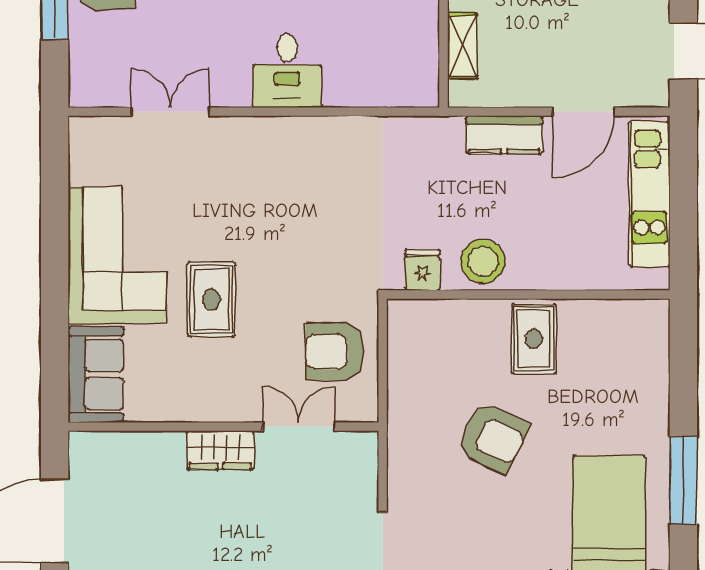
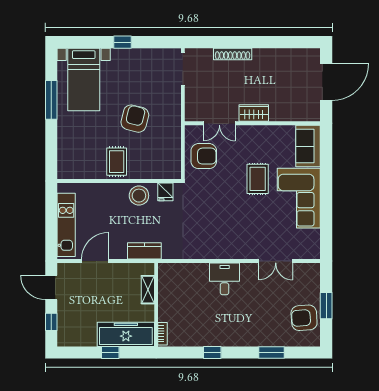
kitchen counter: (504, 135) -> (144, 251), moved
armchair: (492, 438) -> (135, 119), turned 79

